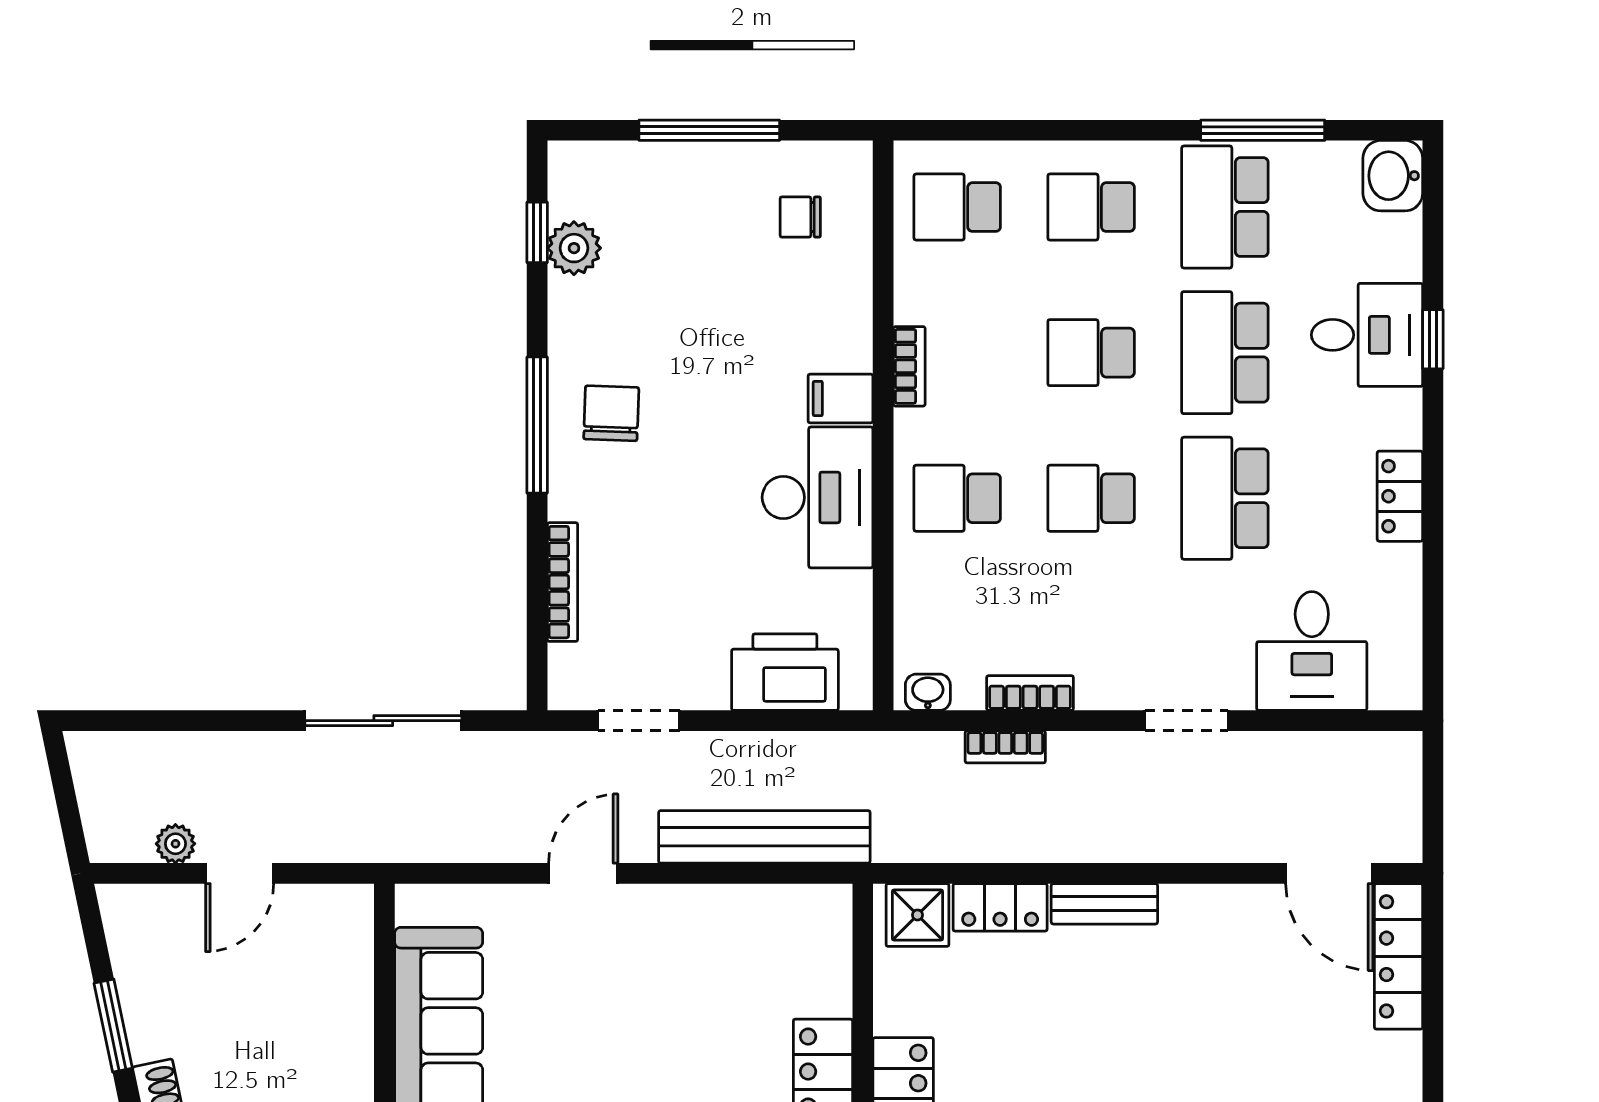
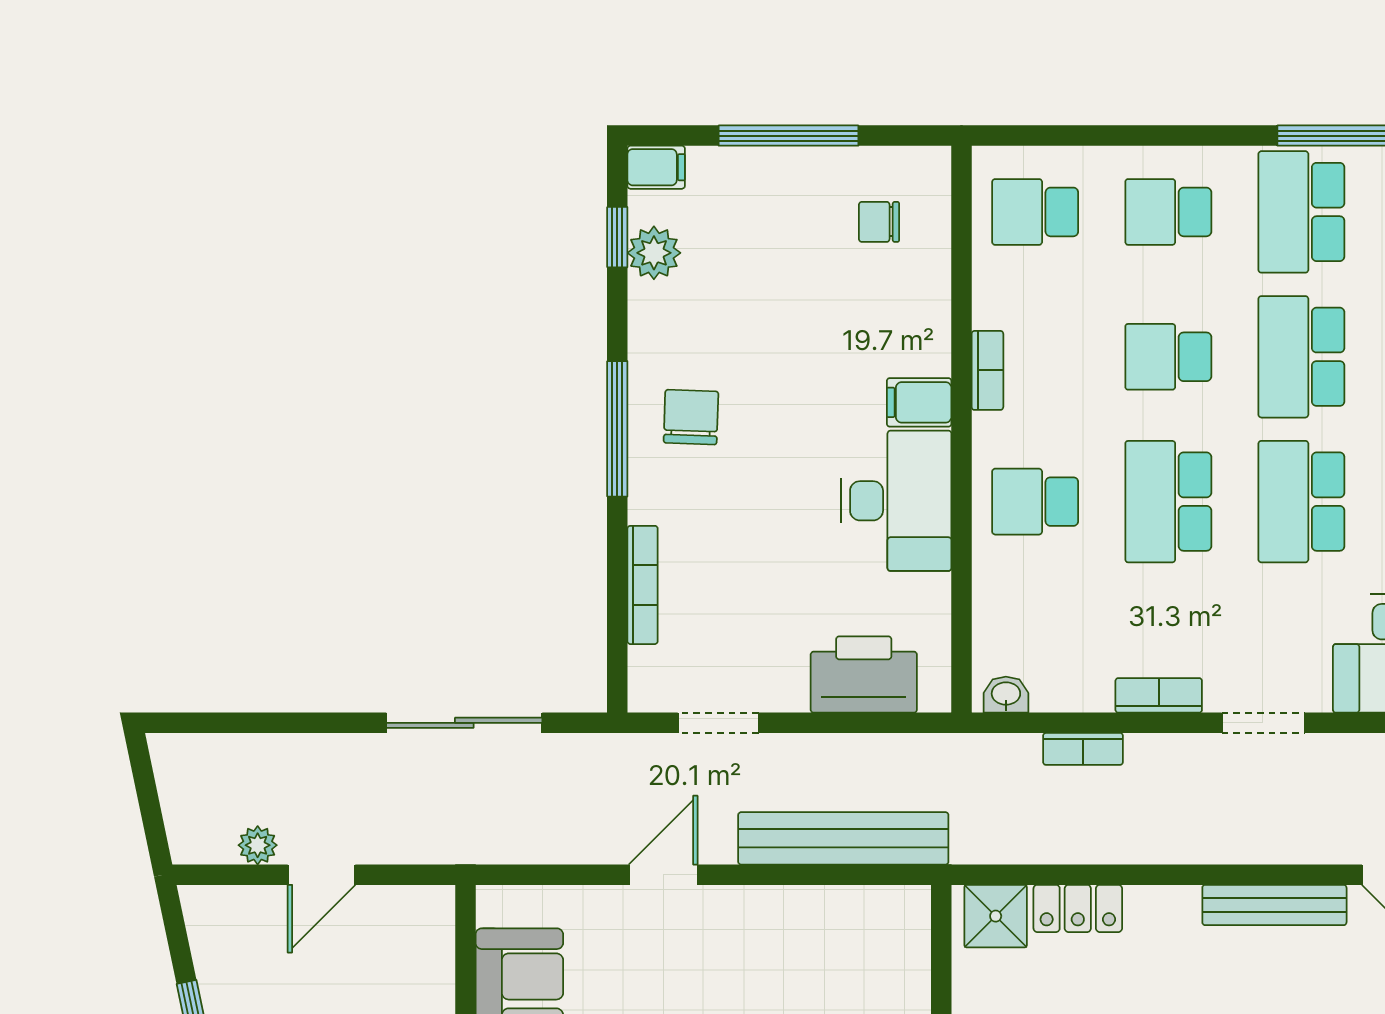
filing cabinet: (576, 162) -> (656, 167), added
school desk: (1091, 498) -> (1168, 502), width x1.85
bookcase: (1030, 693) -> (1159, 695), moved
bench: (1104, 904) -> (1274, 905), moved, width x1.36

